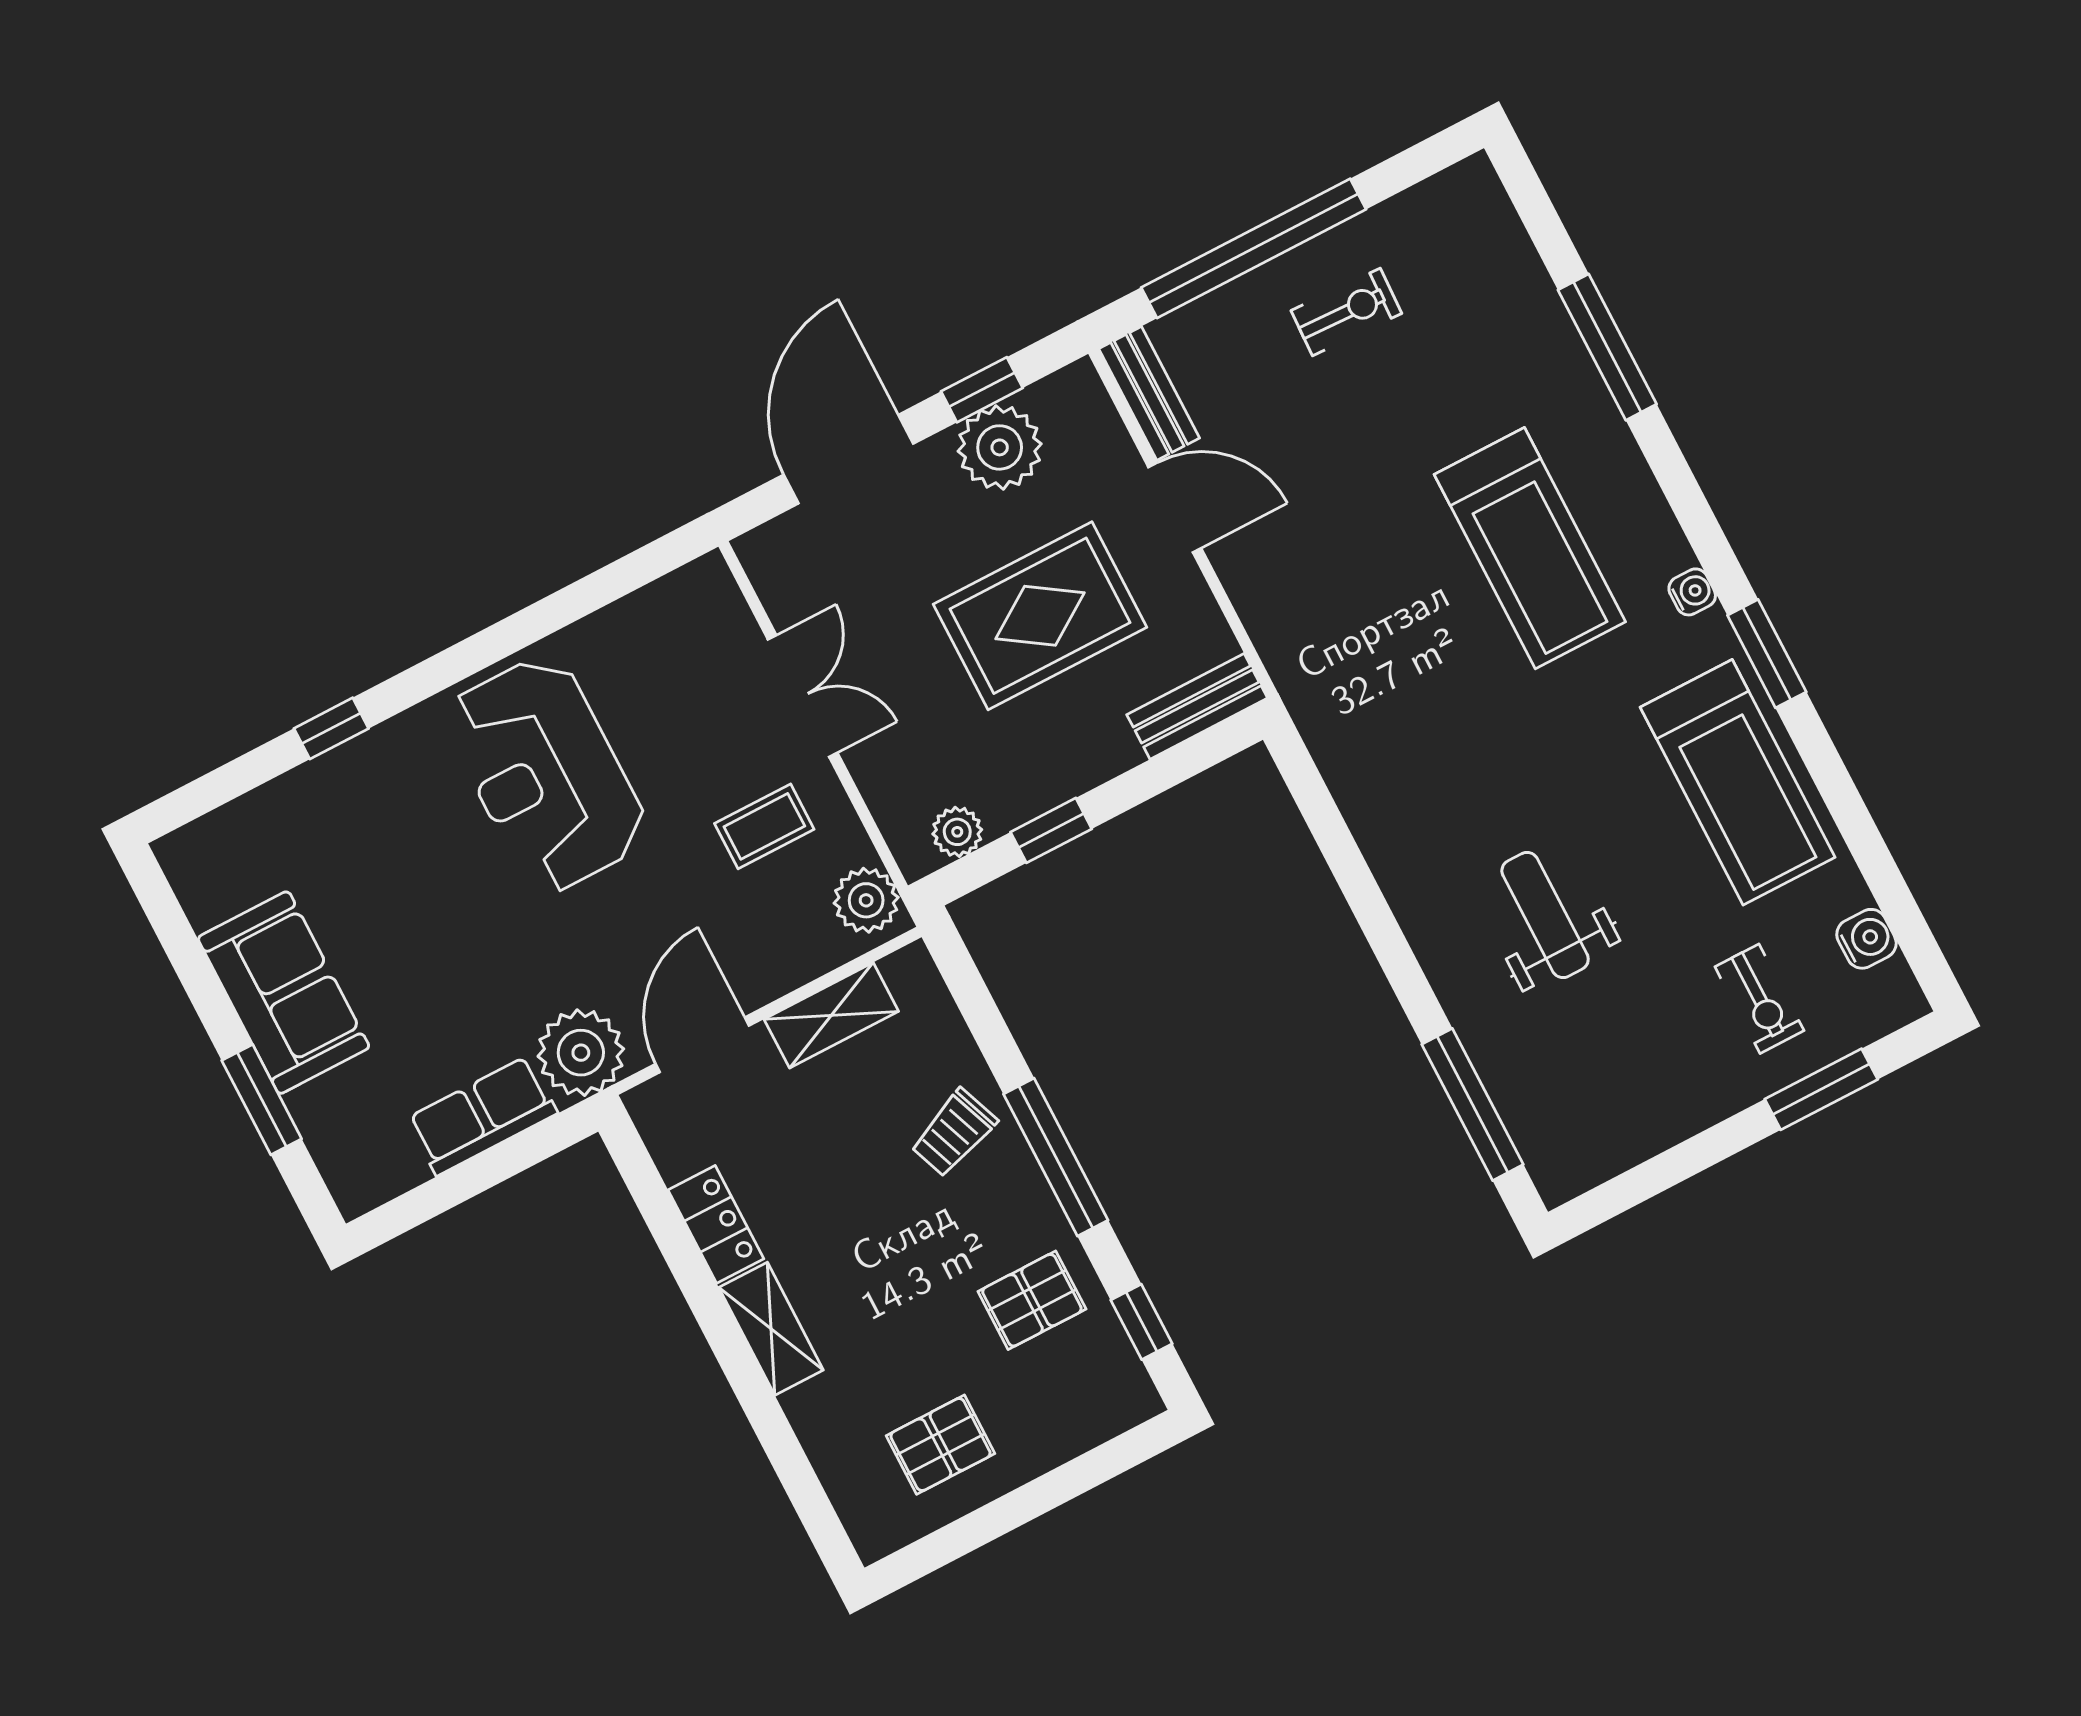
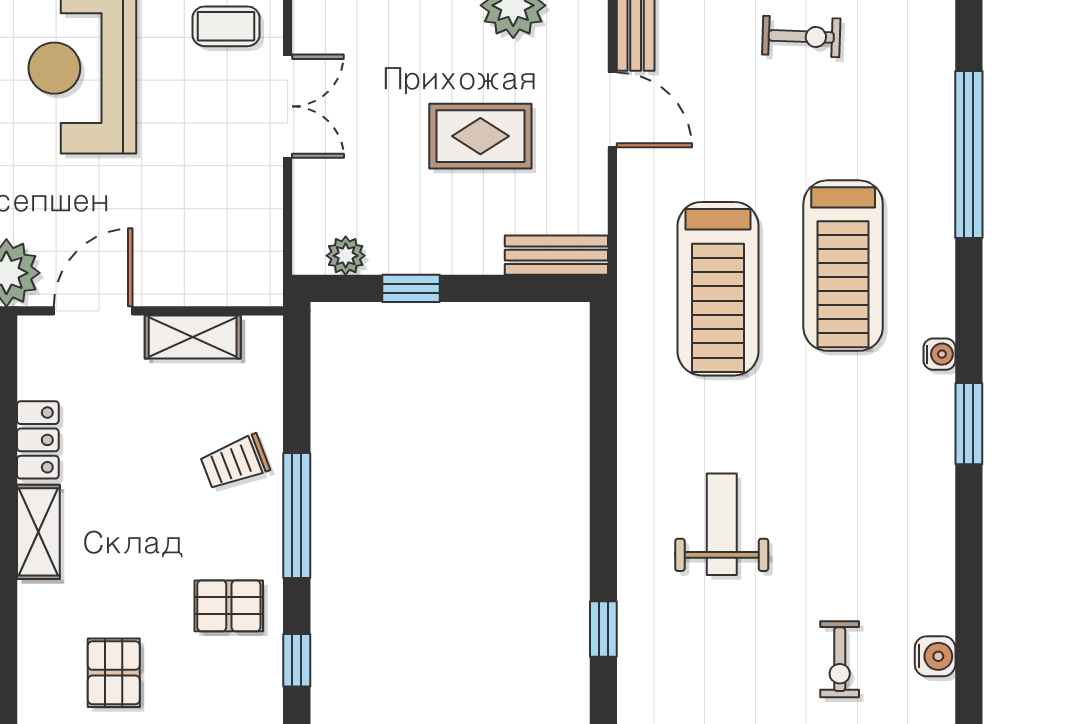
window: (1607, 347) -> (969, 154), width x1.46
rug: (1040, 616) -> (480, 136), width x0.73, depth x0.70
treadmill: (1738, 782) -> (718, 289), moved
coffee table: (764, 826) -> (226, 26), moved
plant: (866, 900) -> (258, 270), removed
window: (1472, 1104) -> (603, 629), width x0.46
pallet: (940, 1445) -> (114, 673), turned 90

